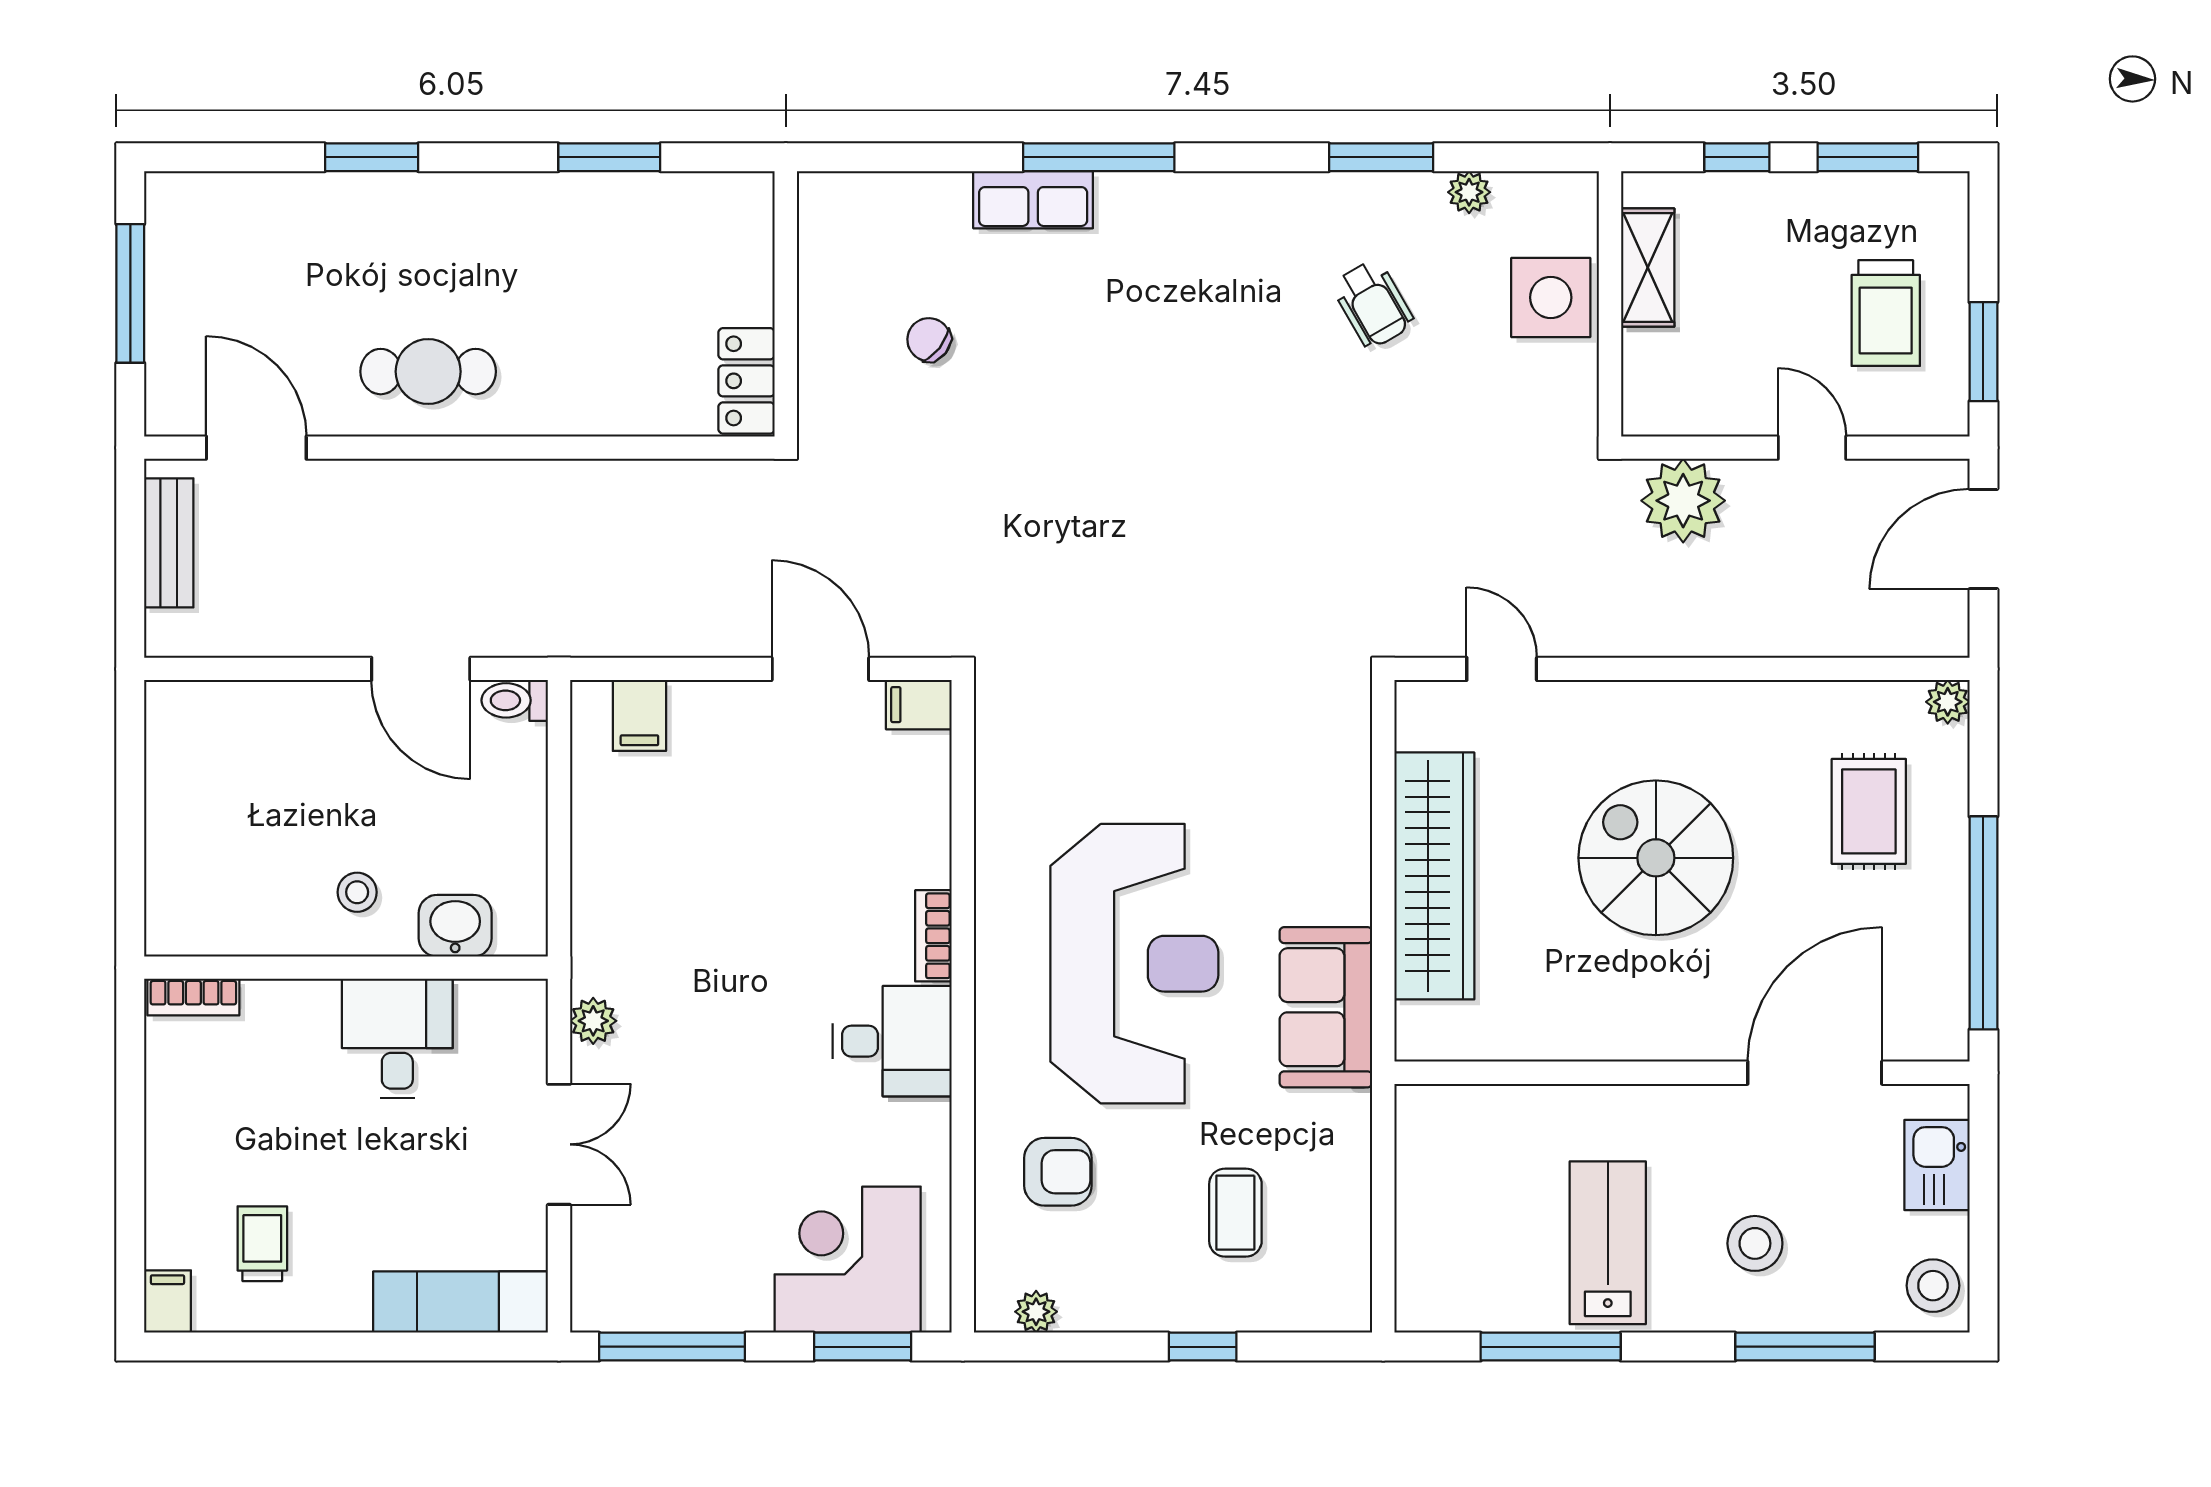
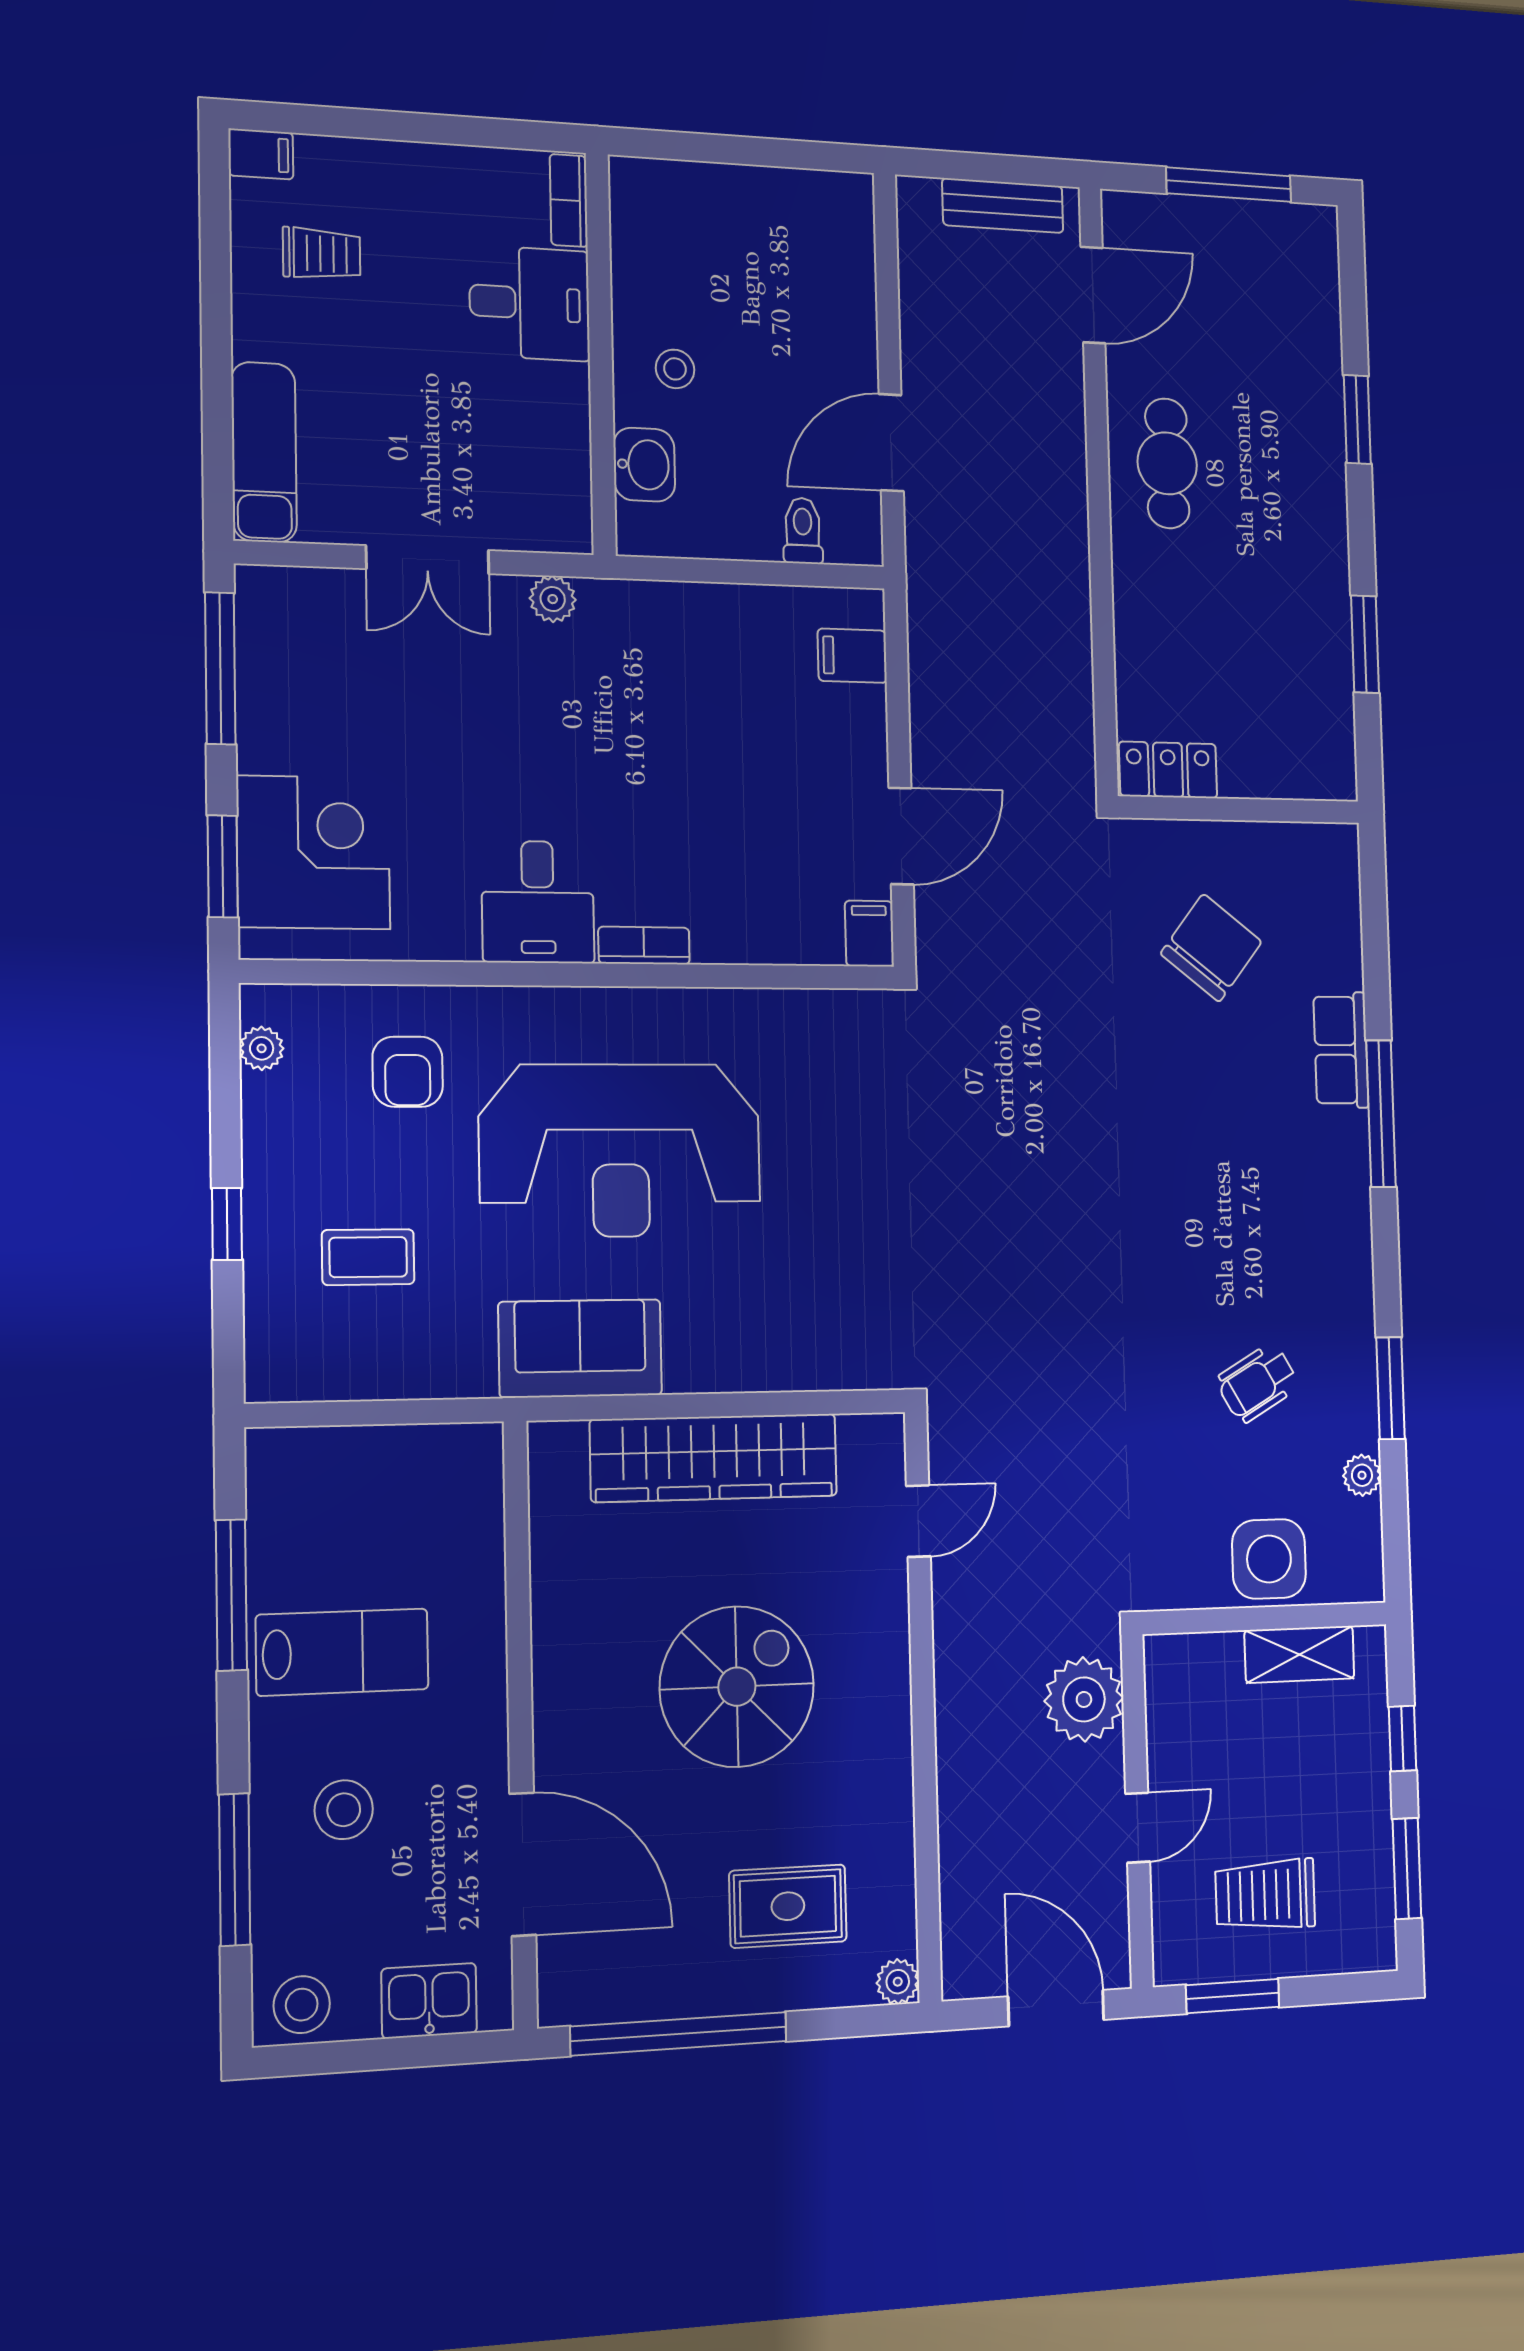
chair: (929, 340) -> (1211, 948), width x1.87, depth x1.87
toilet: (515, 700) -> (803, 531), moved
desk: (397, 1038) -> (530, 303), moved

